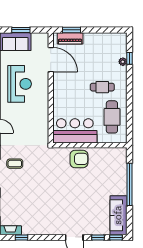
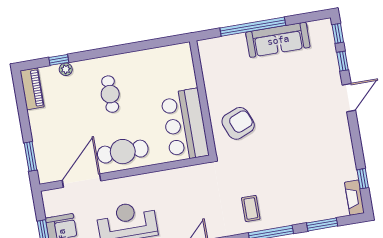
piano: (70, 38) -> (32, 89), moved
cafe table: (112, 117) -> (123, 152), moved
armchair: (79, 159) -> (238, 123), moved, turned 68
sofa: (118, 215) -> (278, 40), moved

